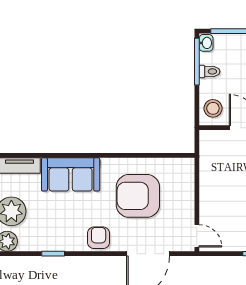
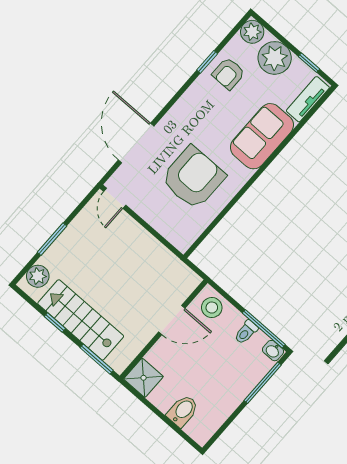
door: (197, 236) -> (115, 198), hinge flipped
armchair: (99, 238) -> (228, 73), moved, turned 90

